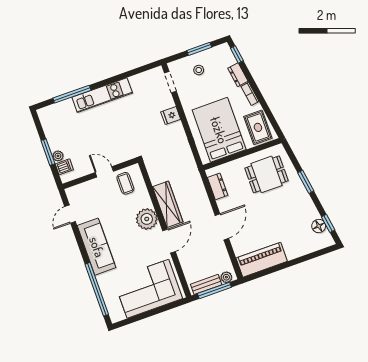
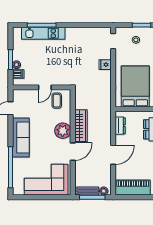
kitchen unit: (102, 95) -> (43, 33), moved
door: (104, 172) -> (45, 87), swing flipped

